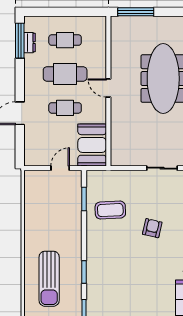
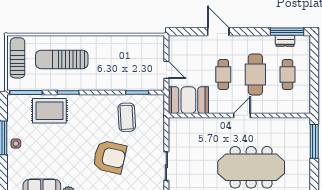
armchair: (152, 228) -> (110, 157), width x1.88, depth x1.88
rug: (103, 292) -> (49, 111), added

